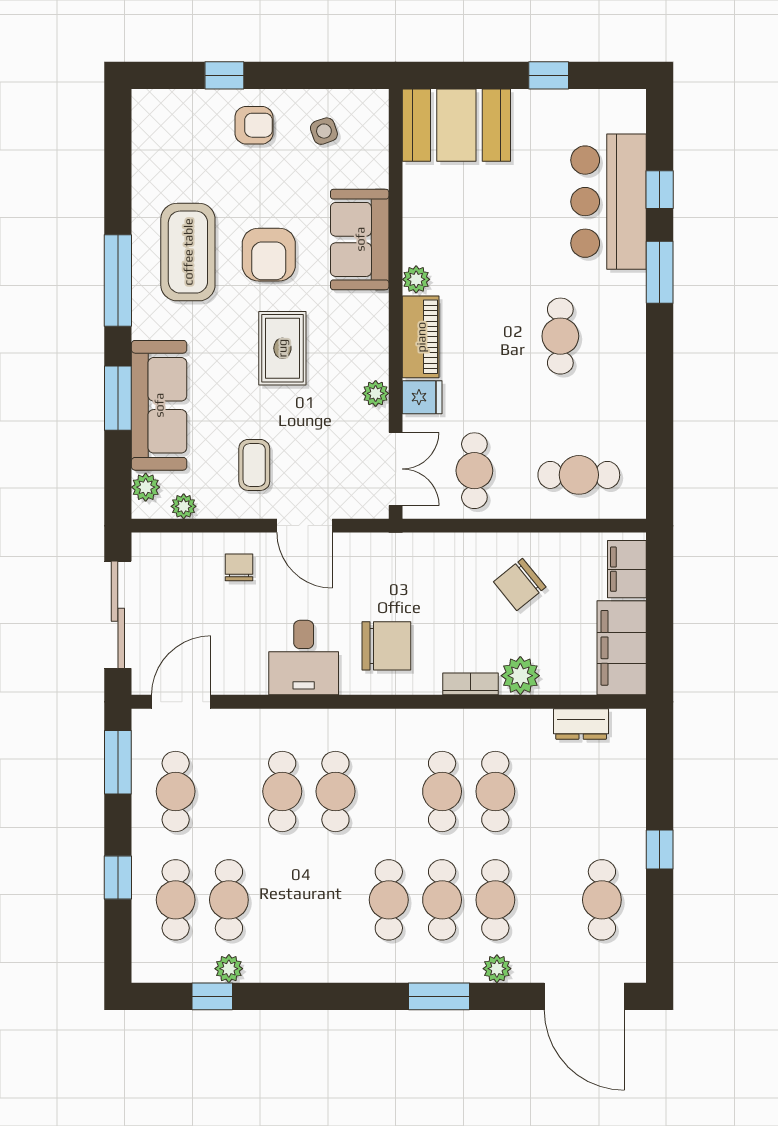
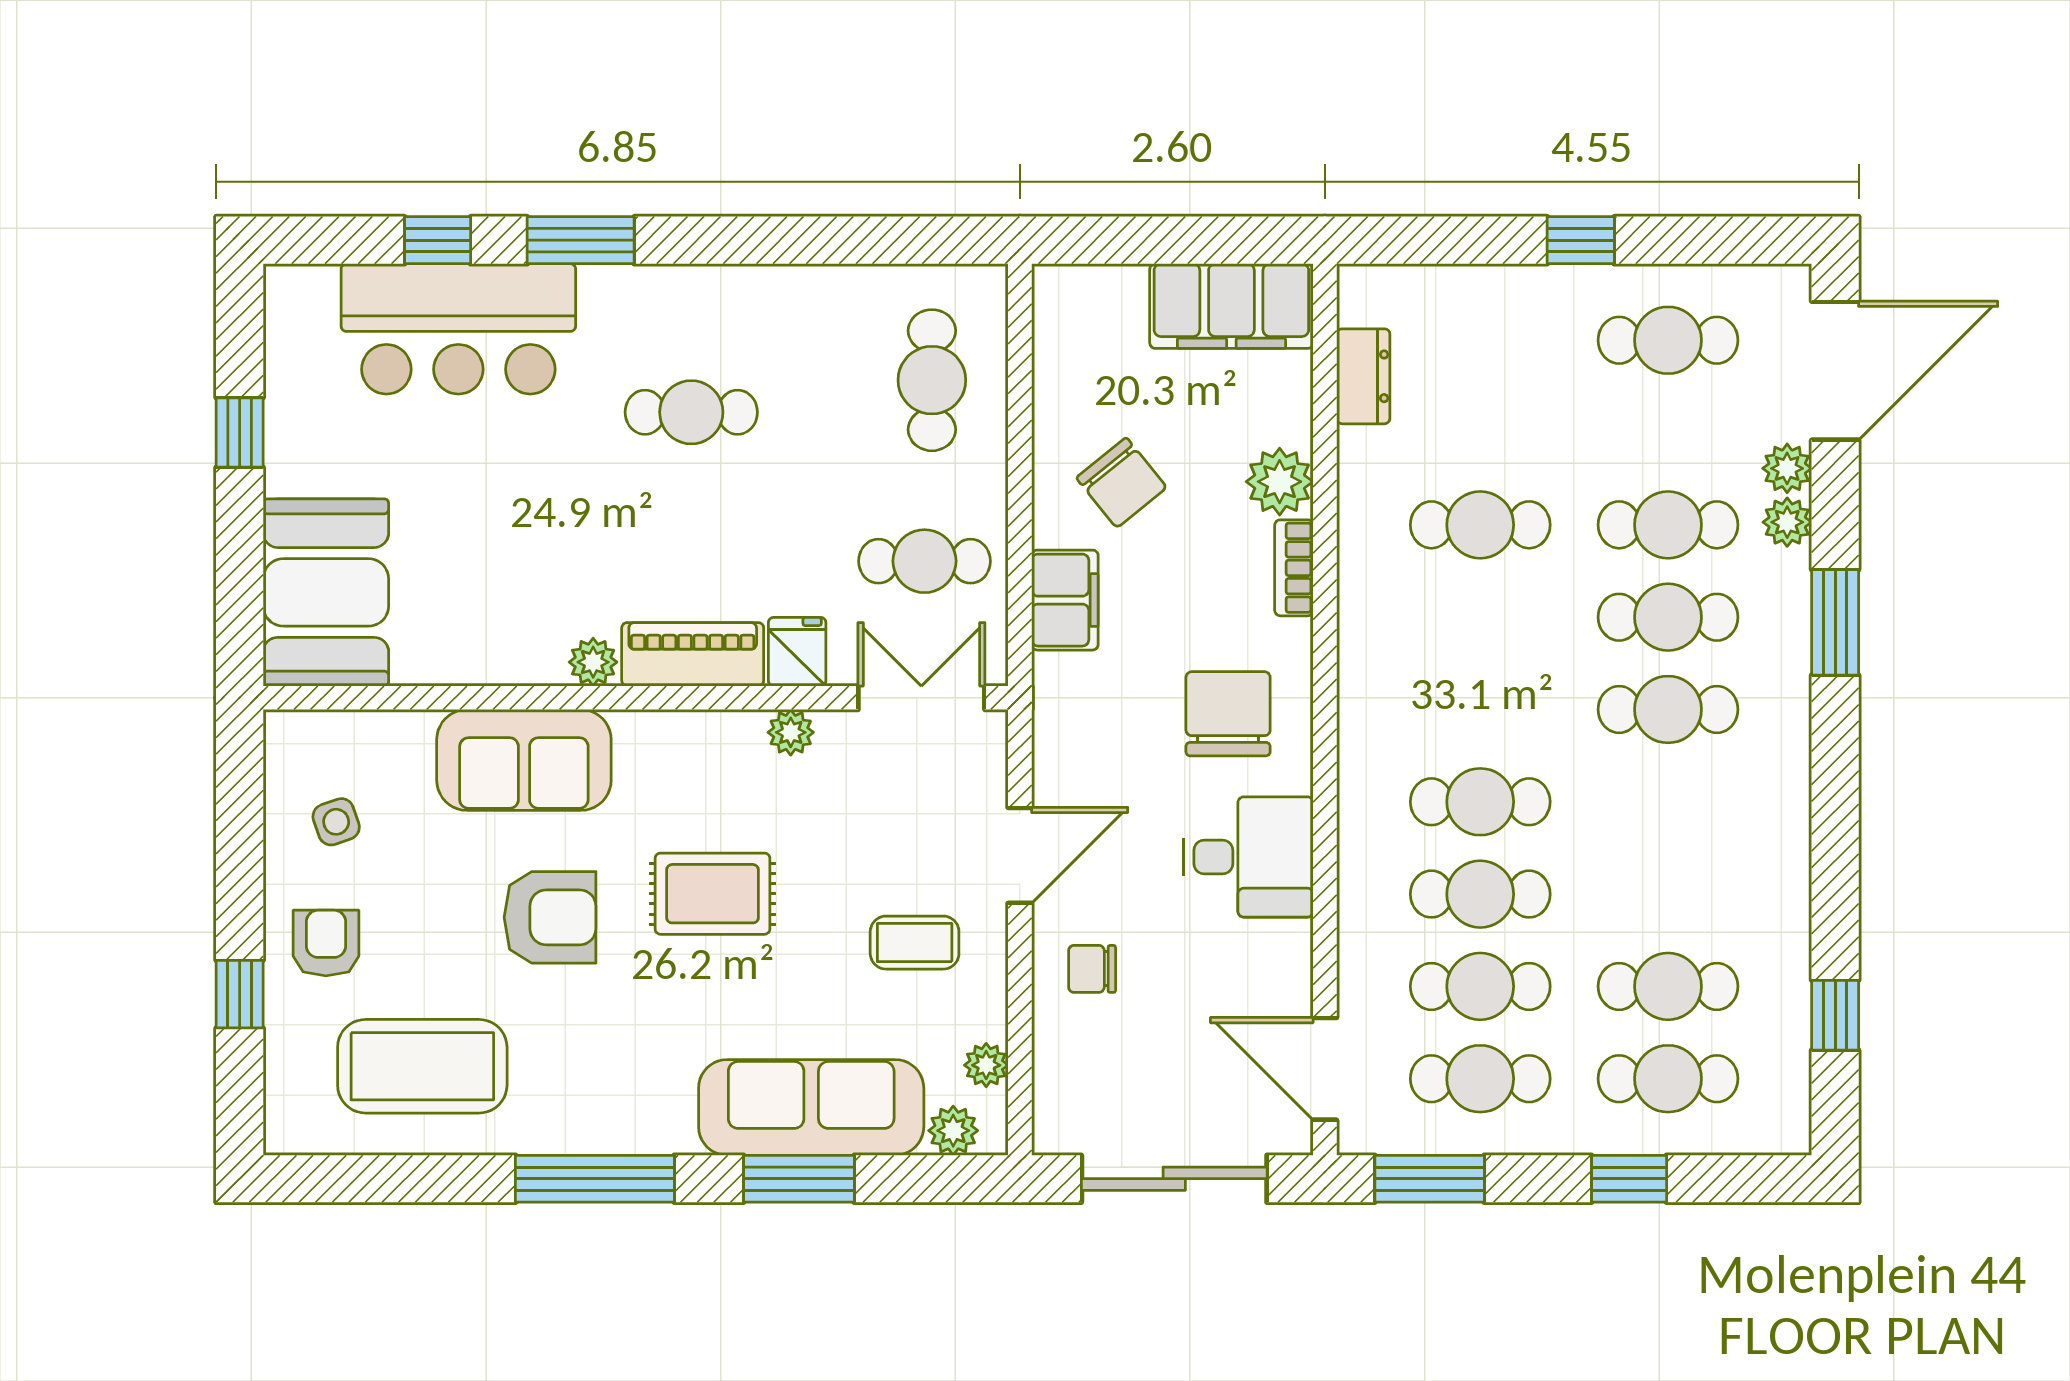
coffee table: (188, 252) -> (422, 1066), moved
filing cabinet: (627, 569) -> (1065, 600), moved, turned -90
cafe table: (442, 791) -> (1480, 986), moved
plant: (229, 969) -> (1787, 468), moved

